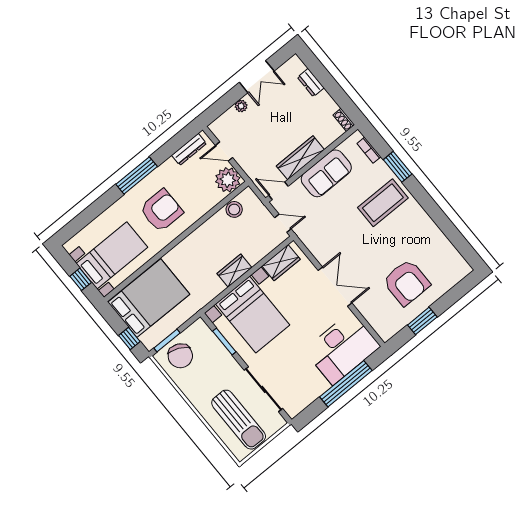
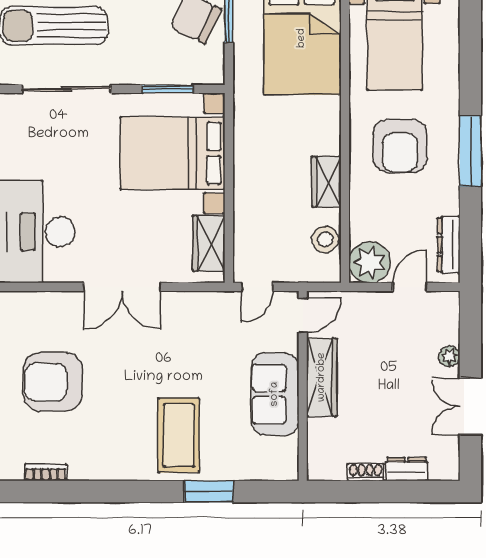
shoe rack: (344, 120) -> (366, 472), moved
bookcase: (369, 150) -> (46, 472), moved
wardrobe: (234, 271) -> (326, 182), moved, turned 180

